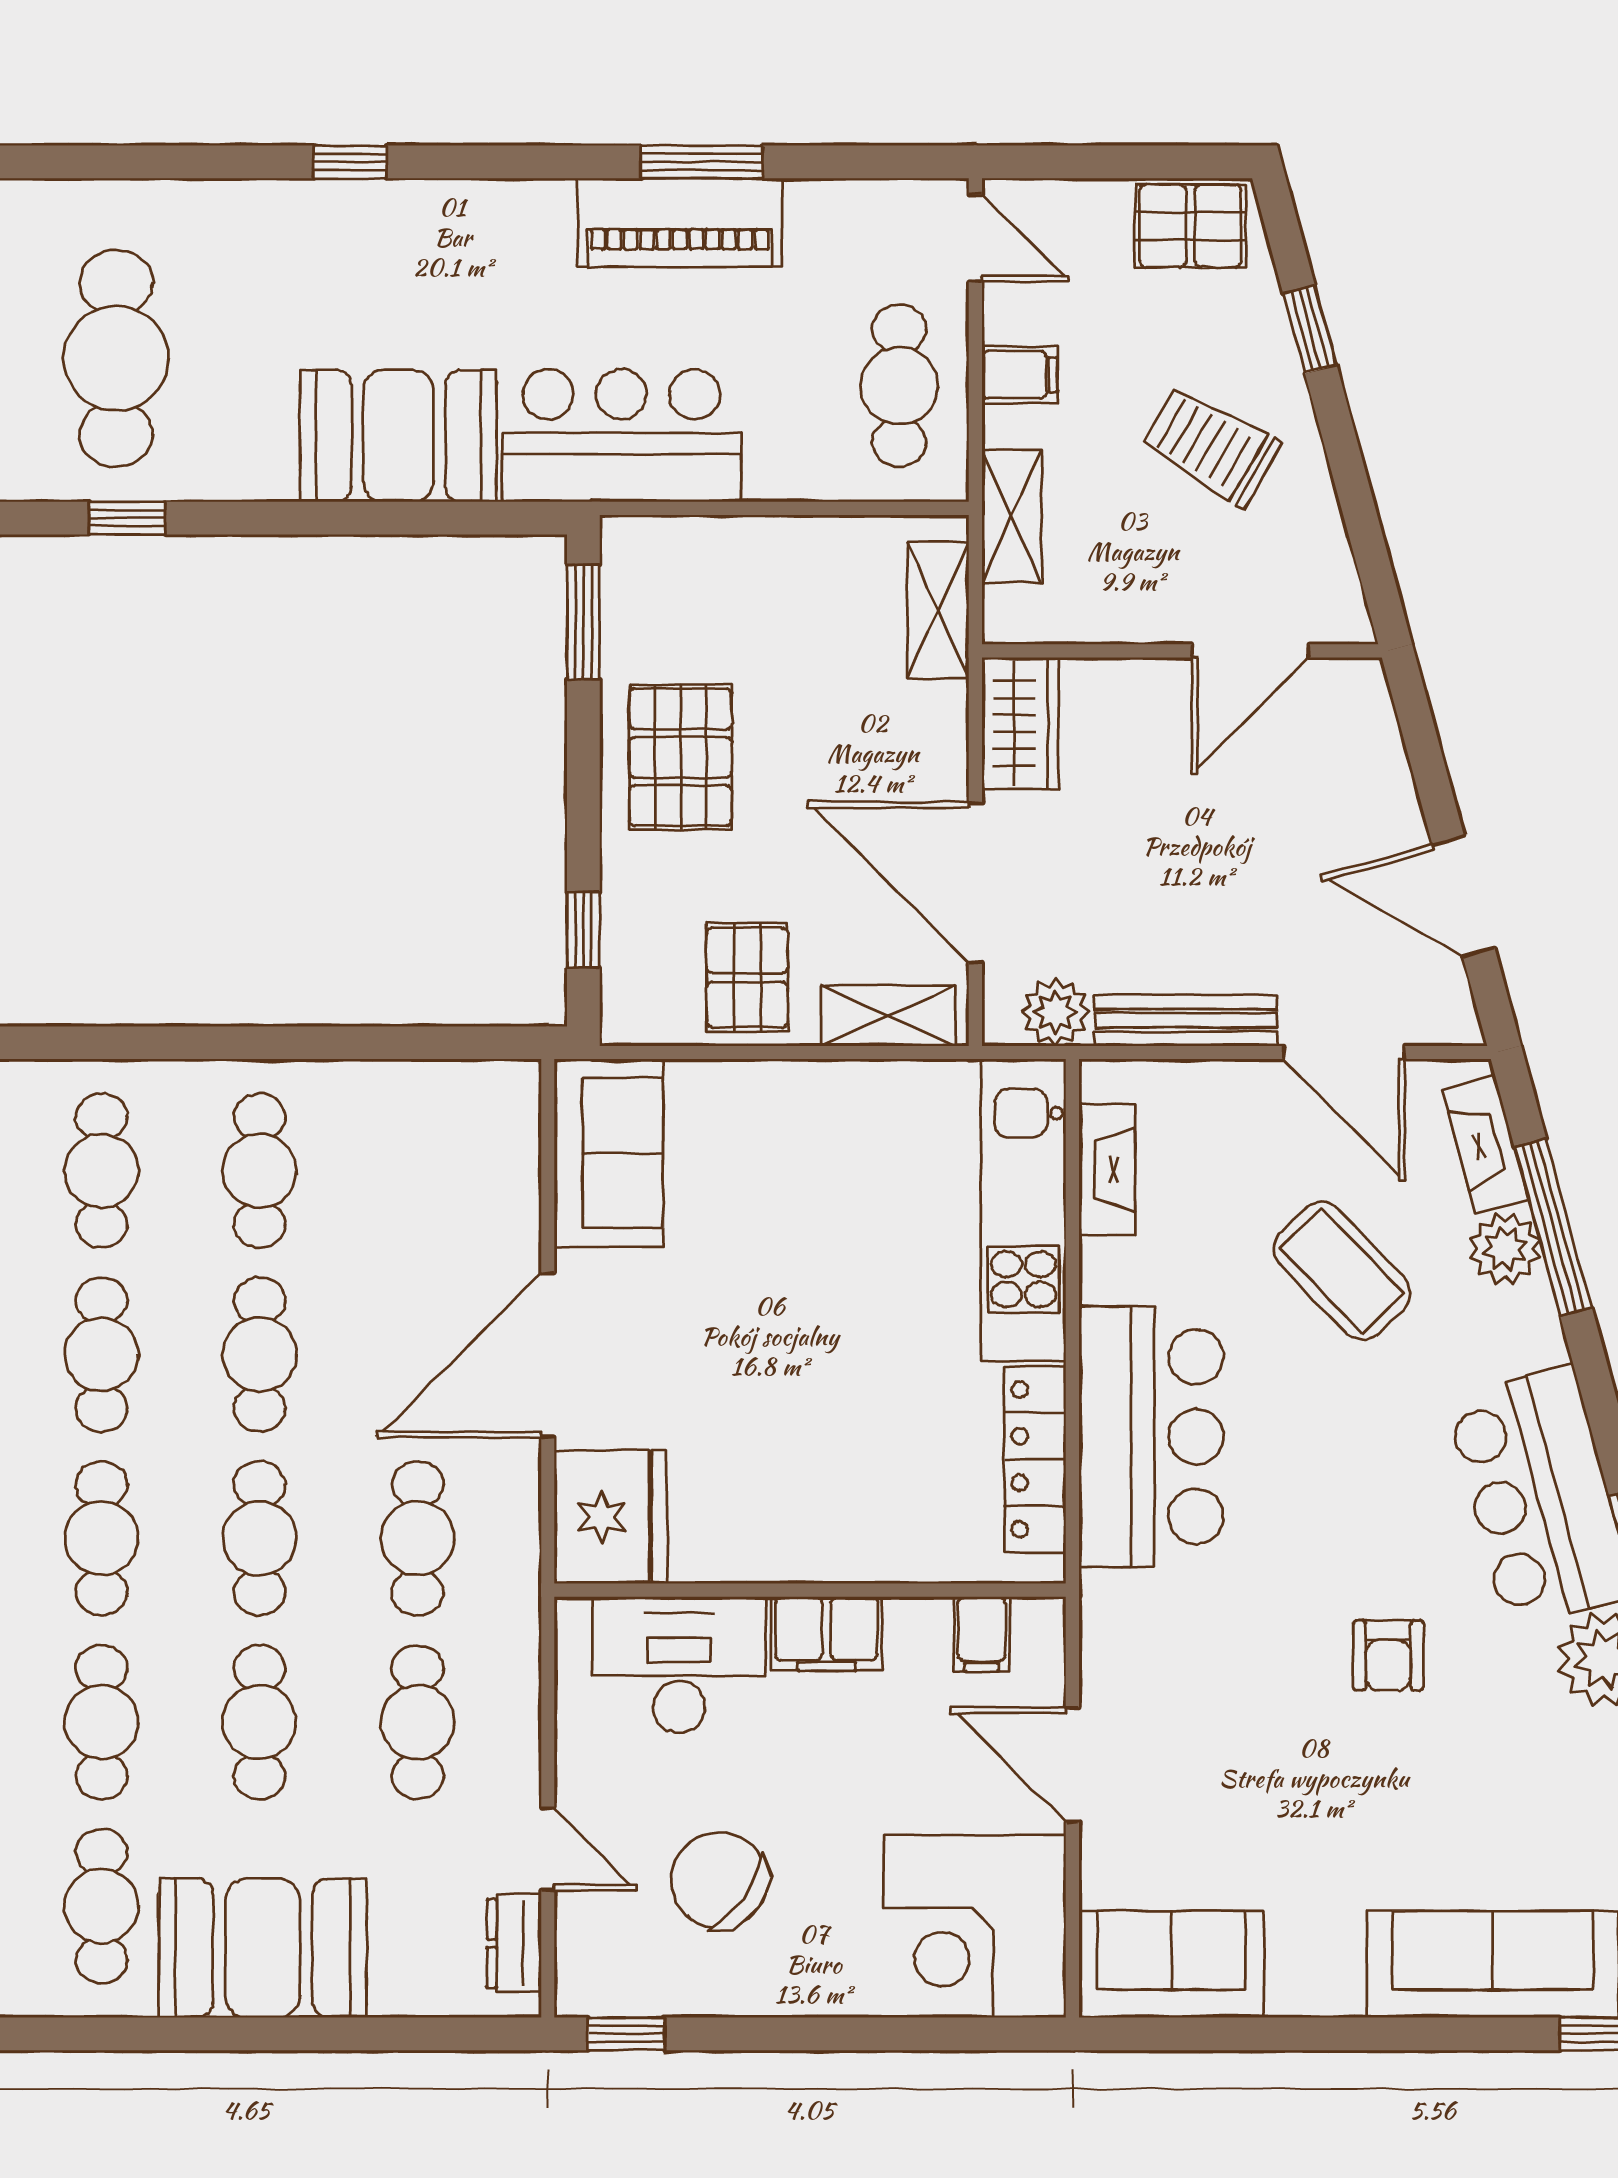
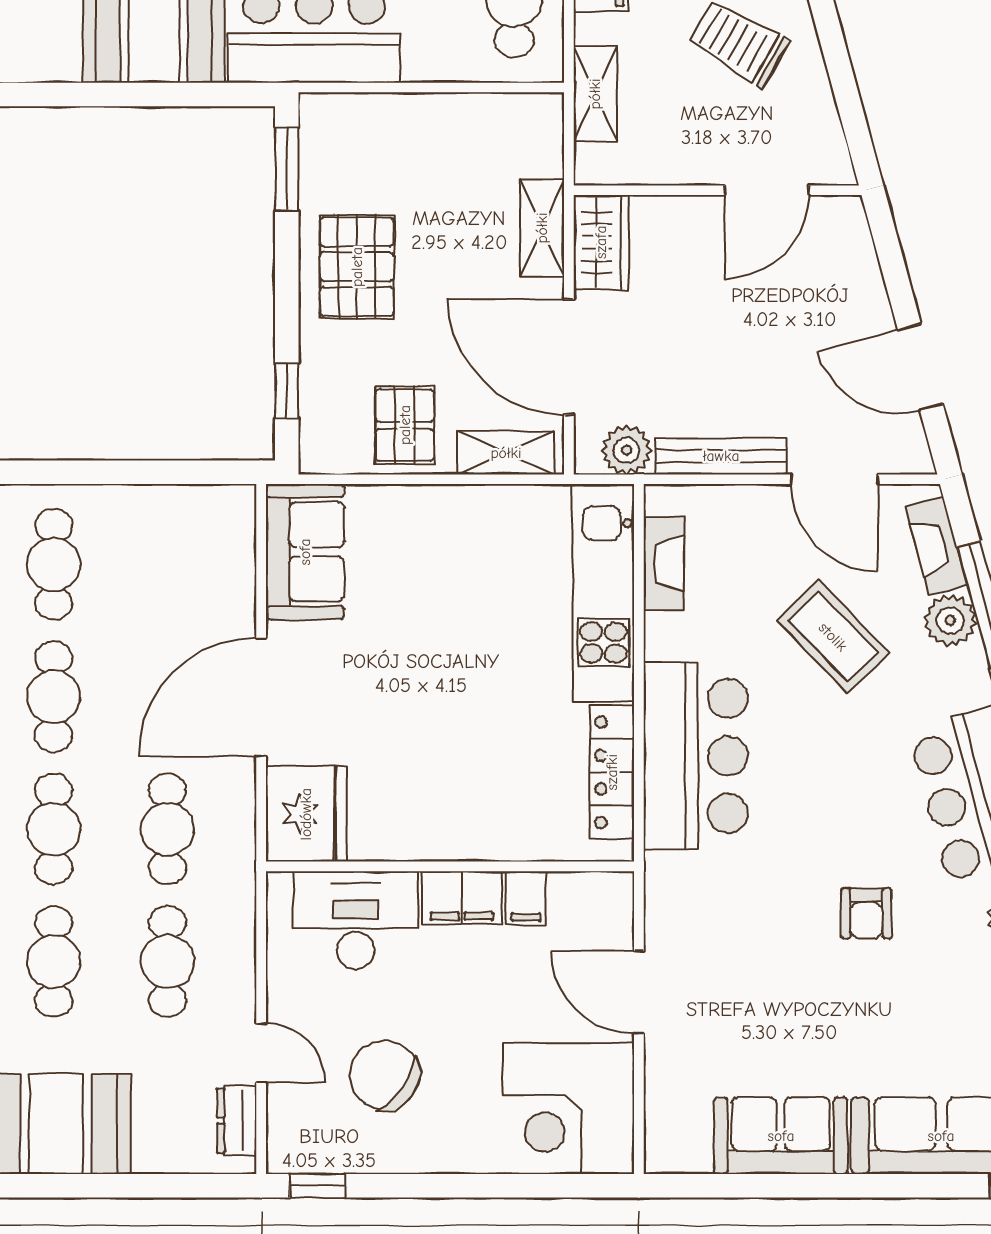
shelving: (938, 610) -> (542, 228), moved
filing cabinet: (982, 1634) -> (526, 898), moved
sofa: (1171, 1964) -> (781, 1136), moved

